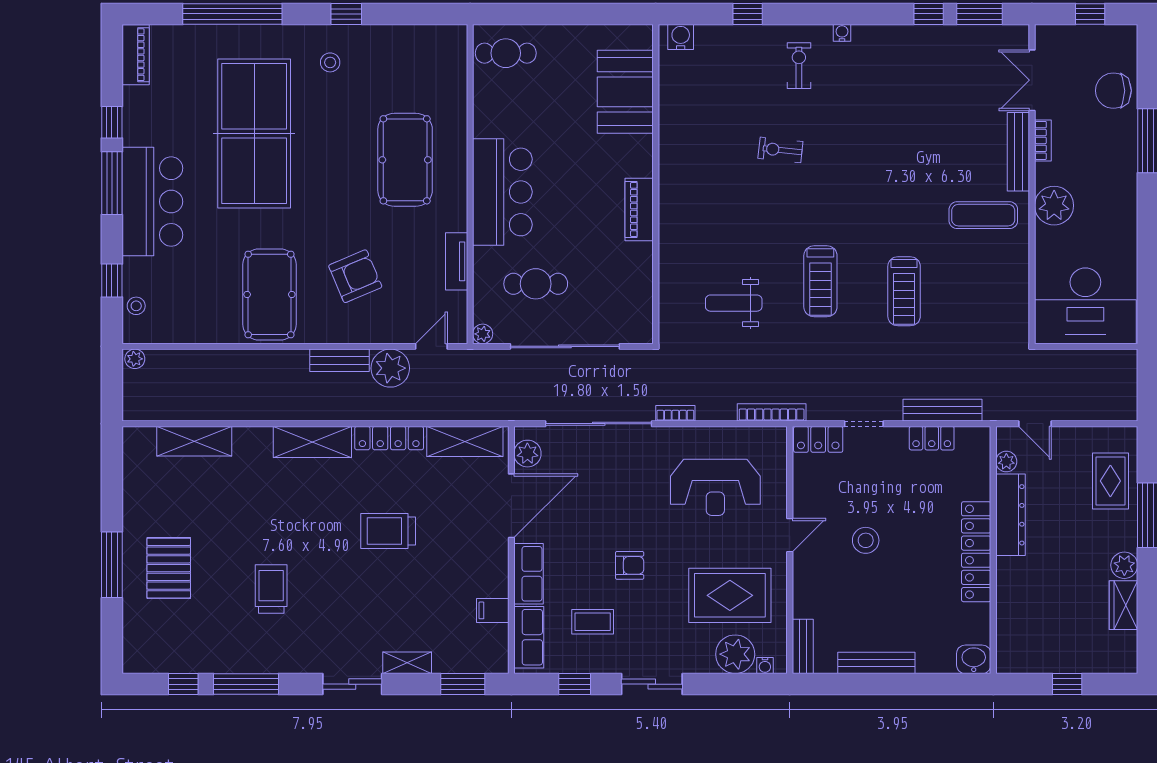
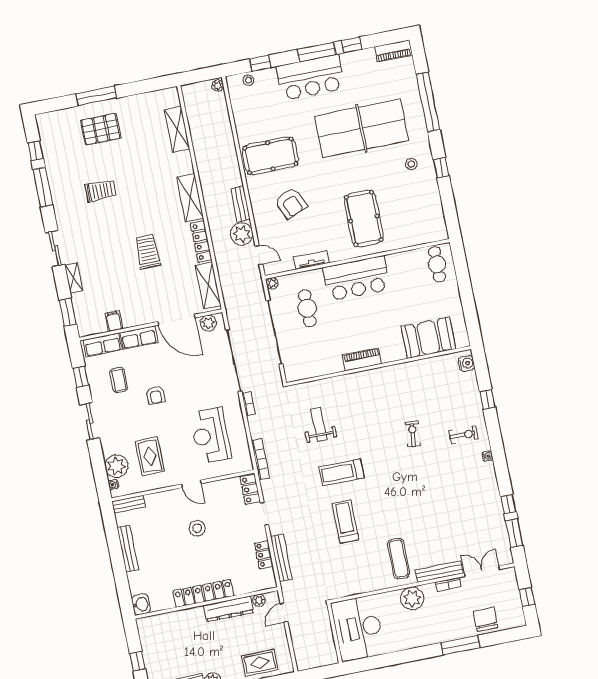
pool table: (405, 160) -> (364, 219), turned 90
treadmill: (904, 291) -> (345, 522), turned 90
rug: (730, 595) -> (150, 456), width x0.73, depth x0.70

